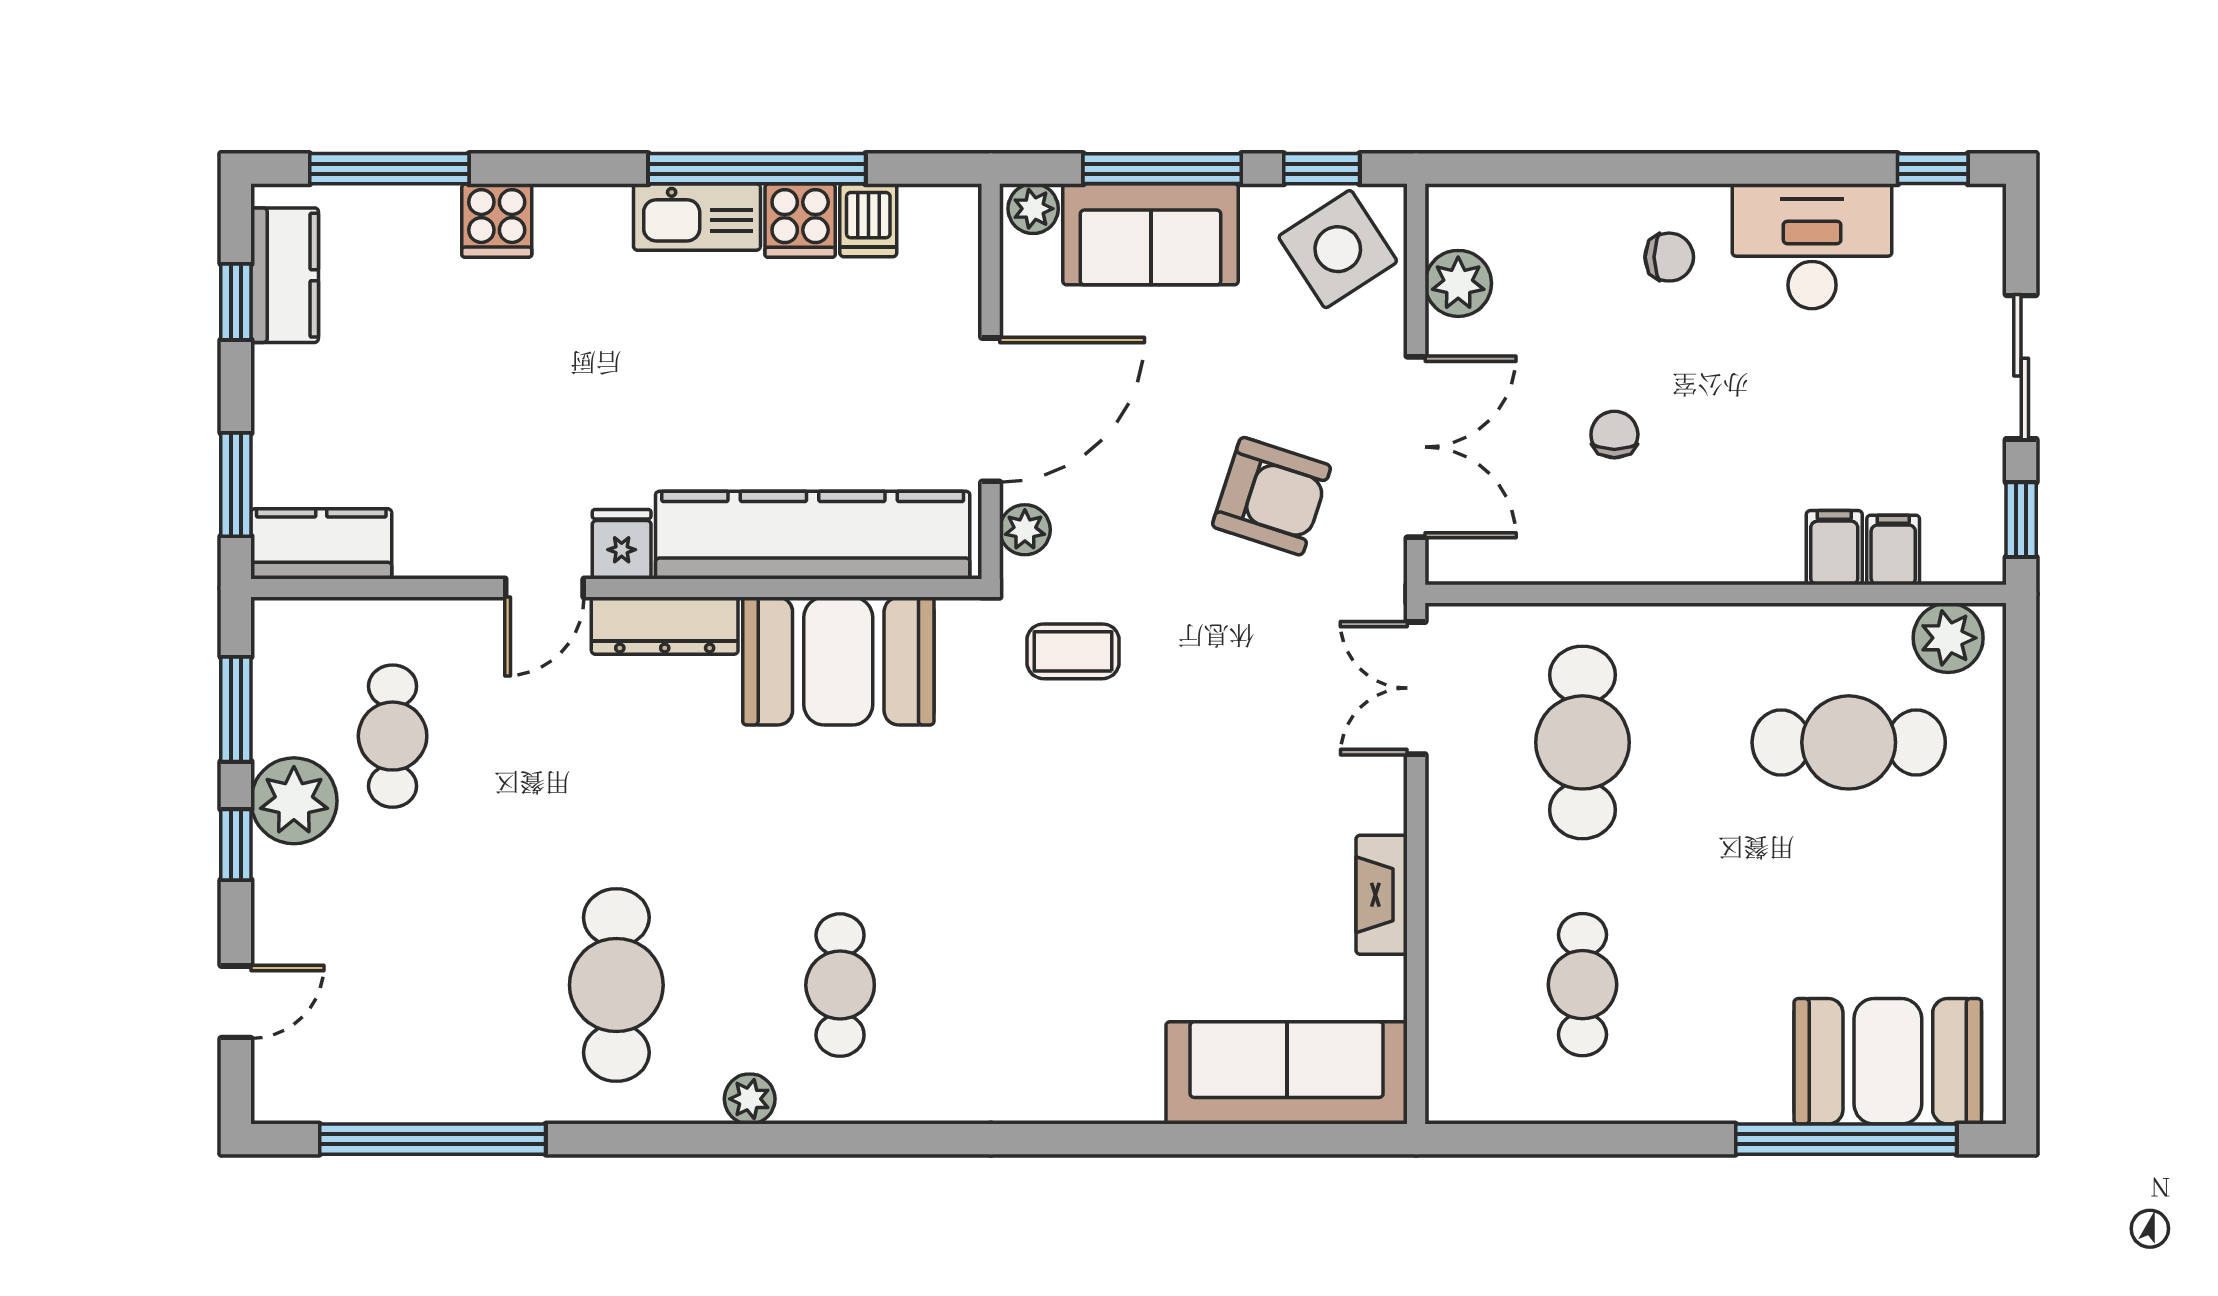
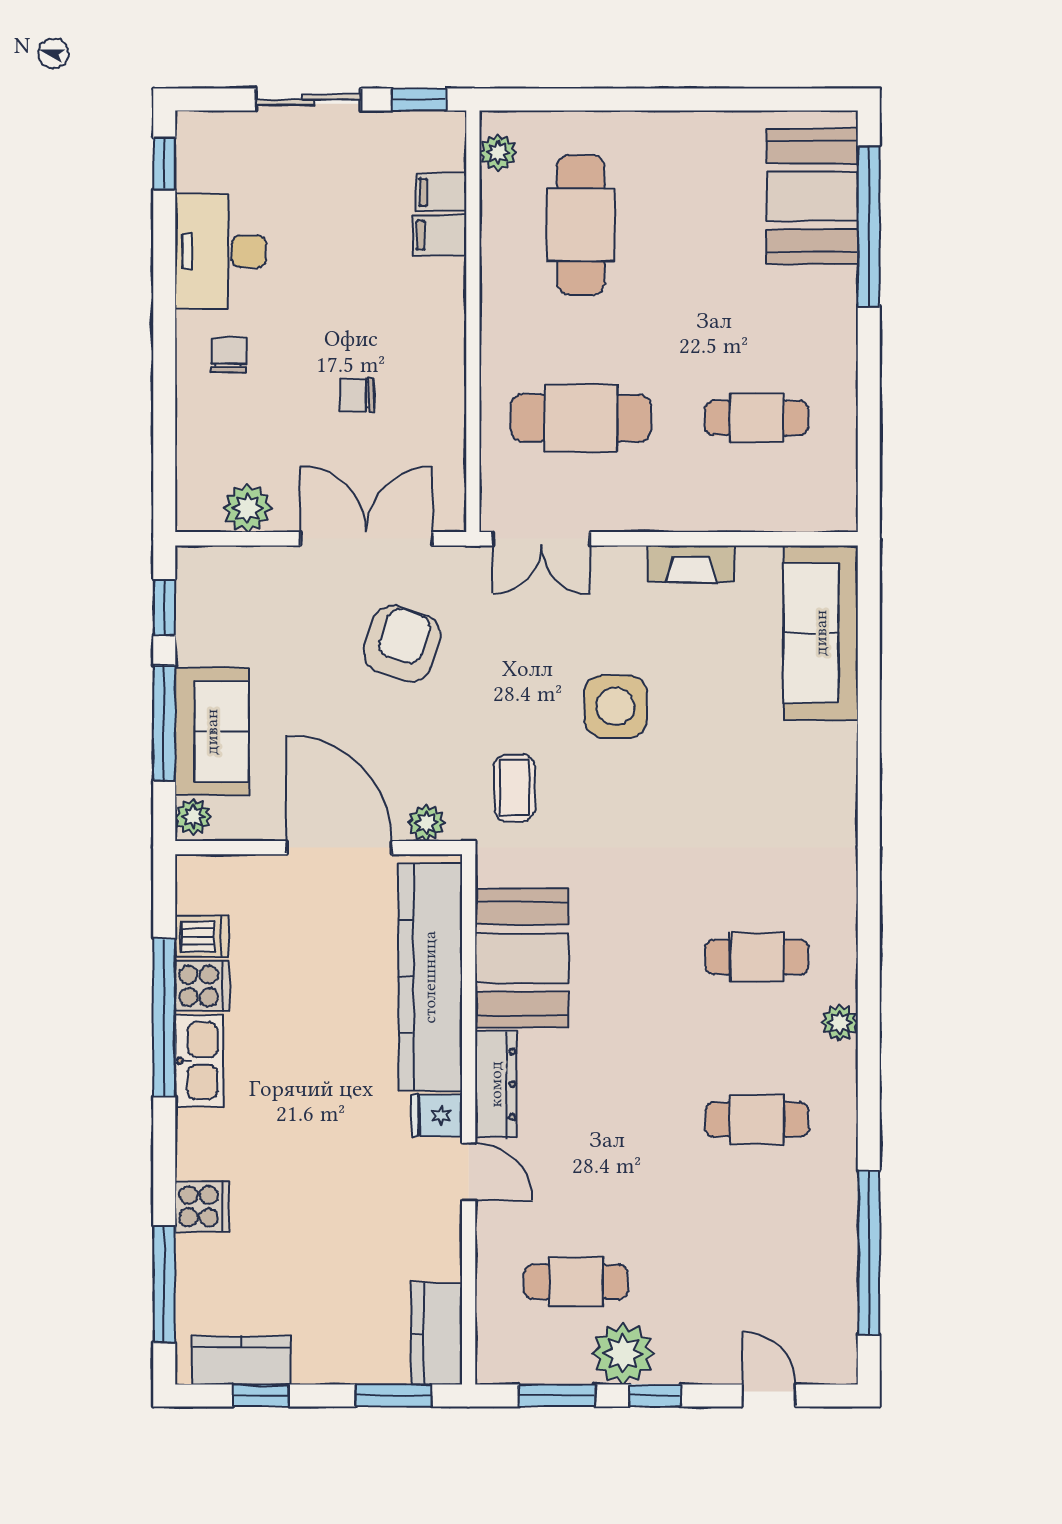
side table: (1338, 249) -> (615, 706), moved, turned 33
plant: (1948, 638) -> (498, 152), width x0.73, depth x0.73
cafe table: (616, 985) -> (757, 1119), width x0.73, depth x0.74

